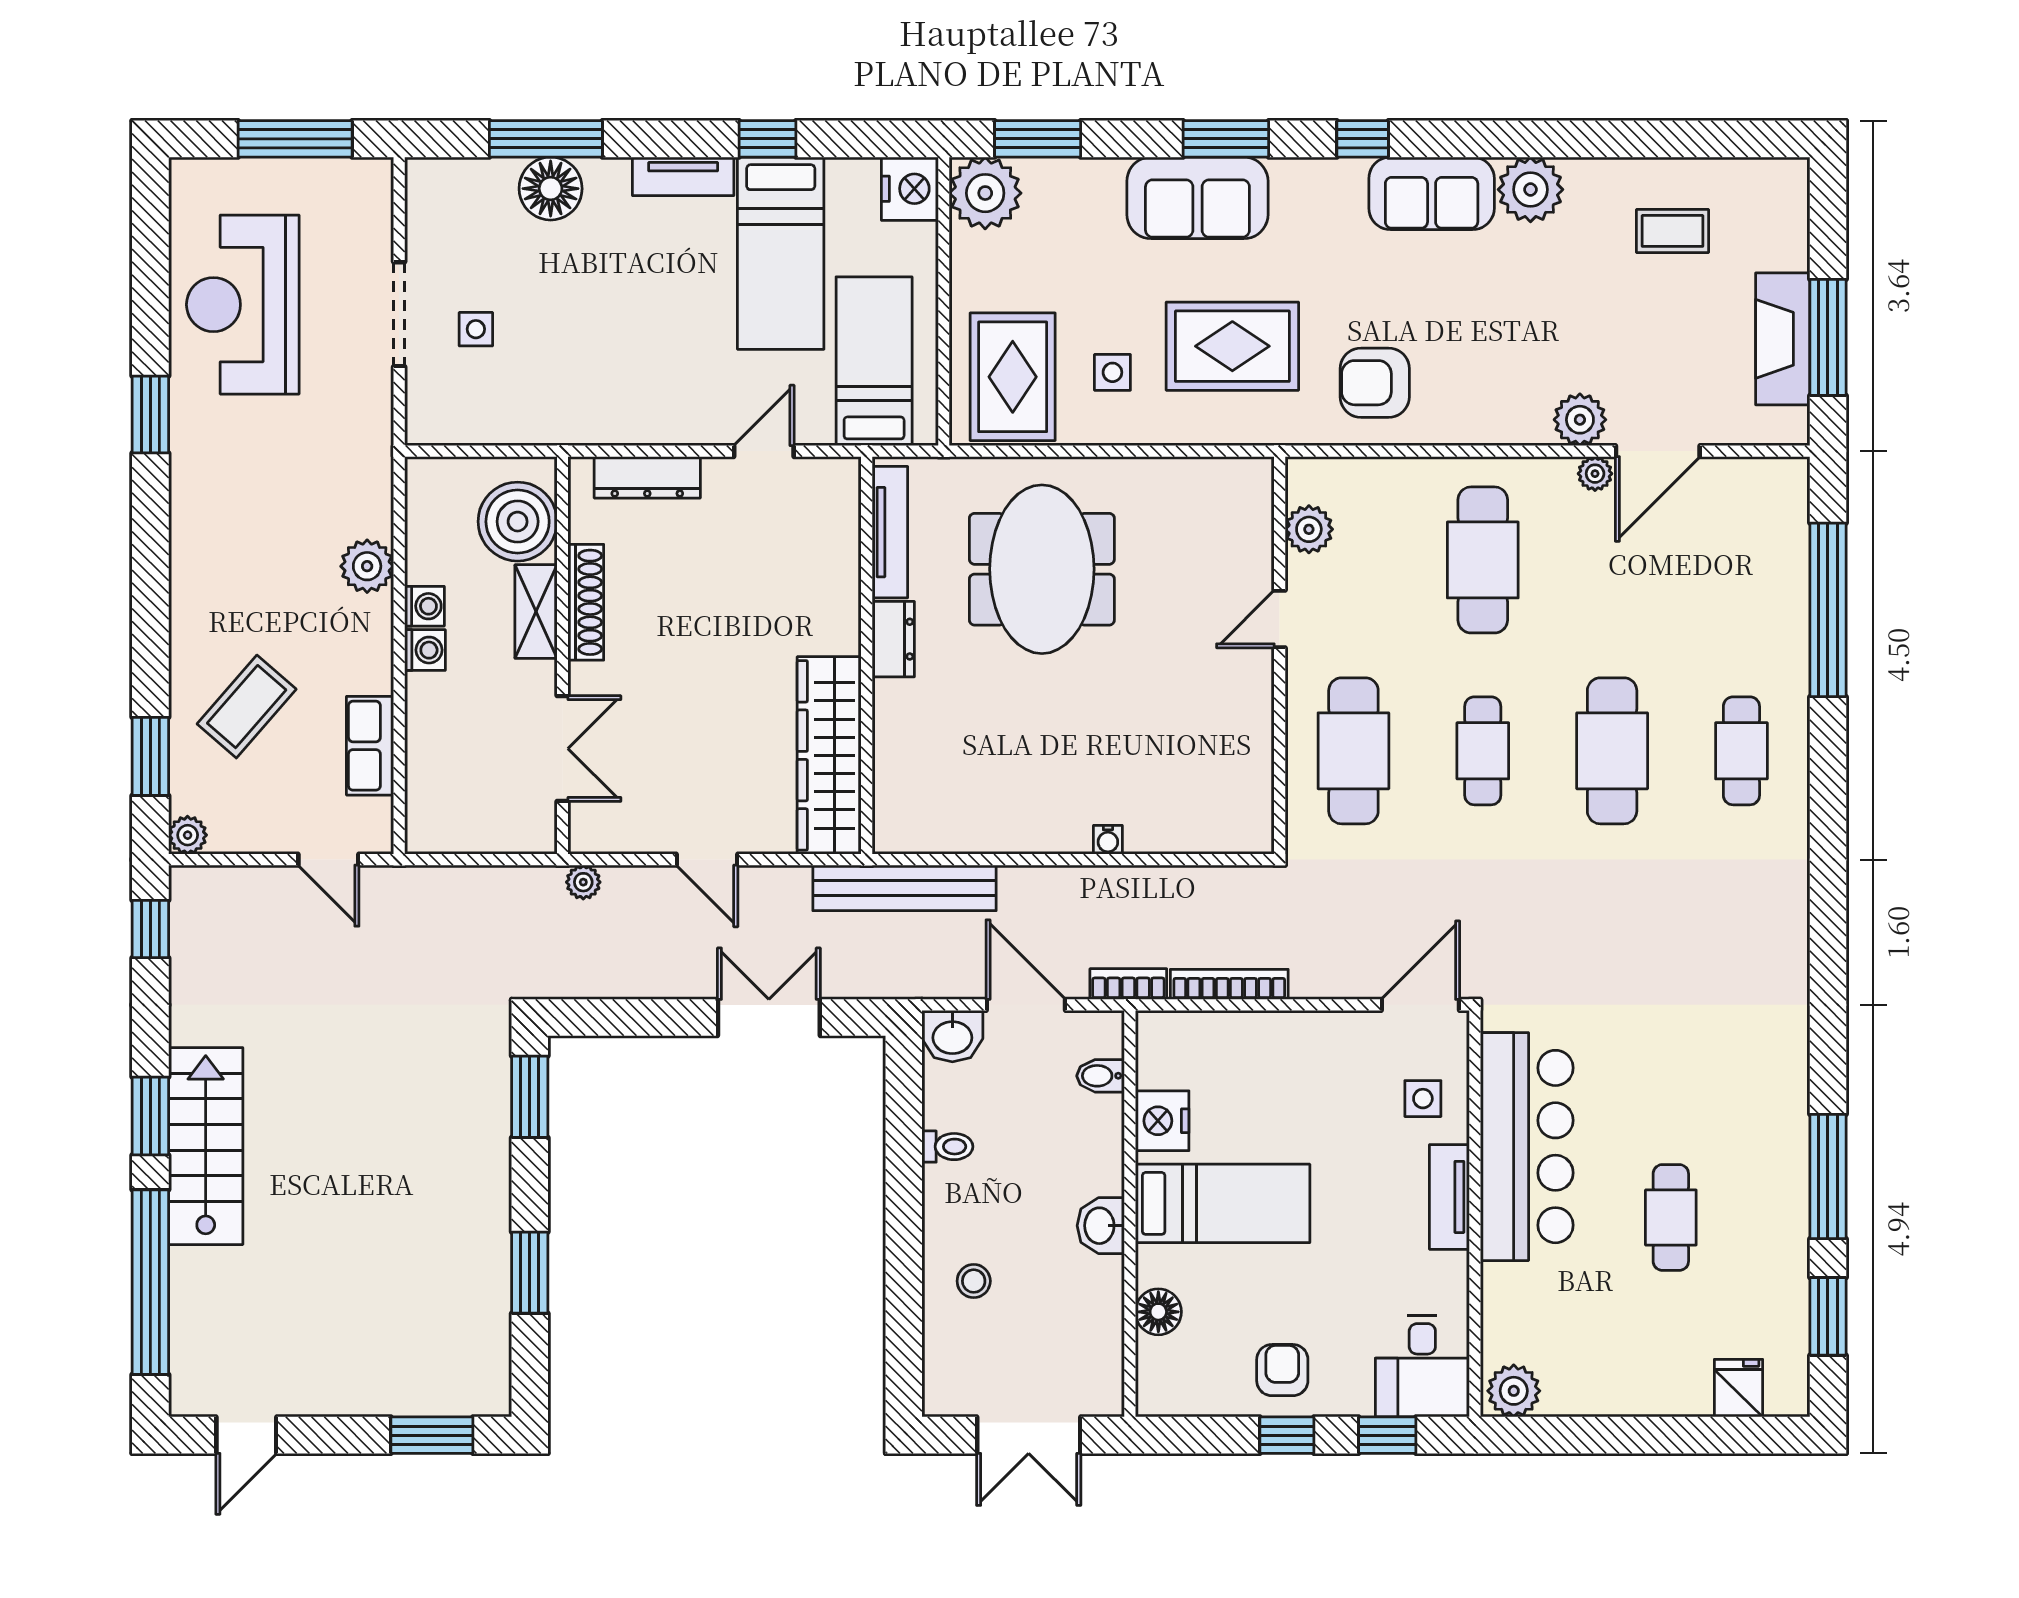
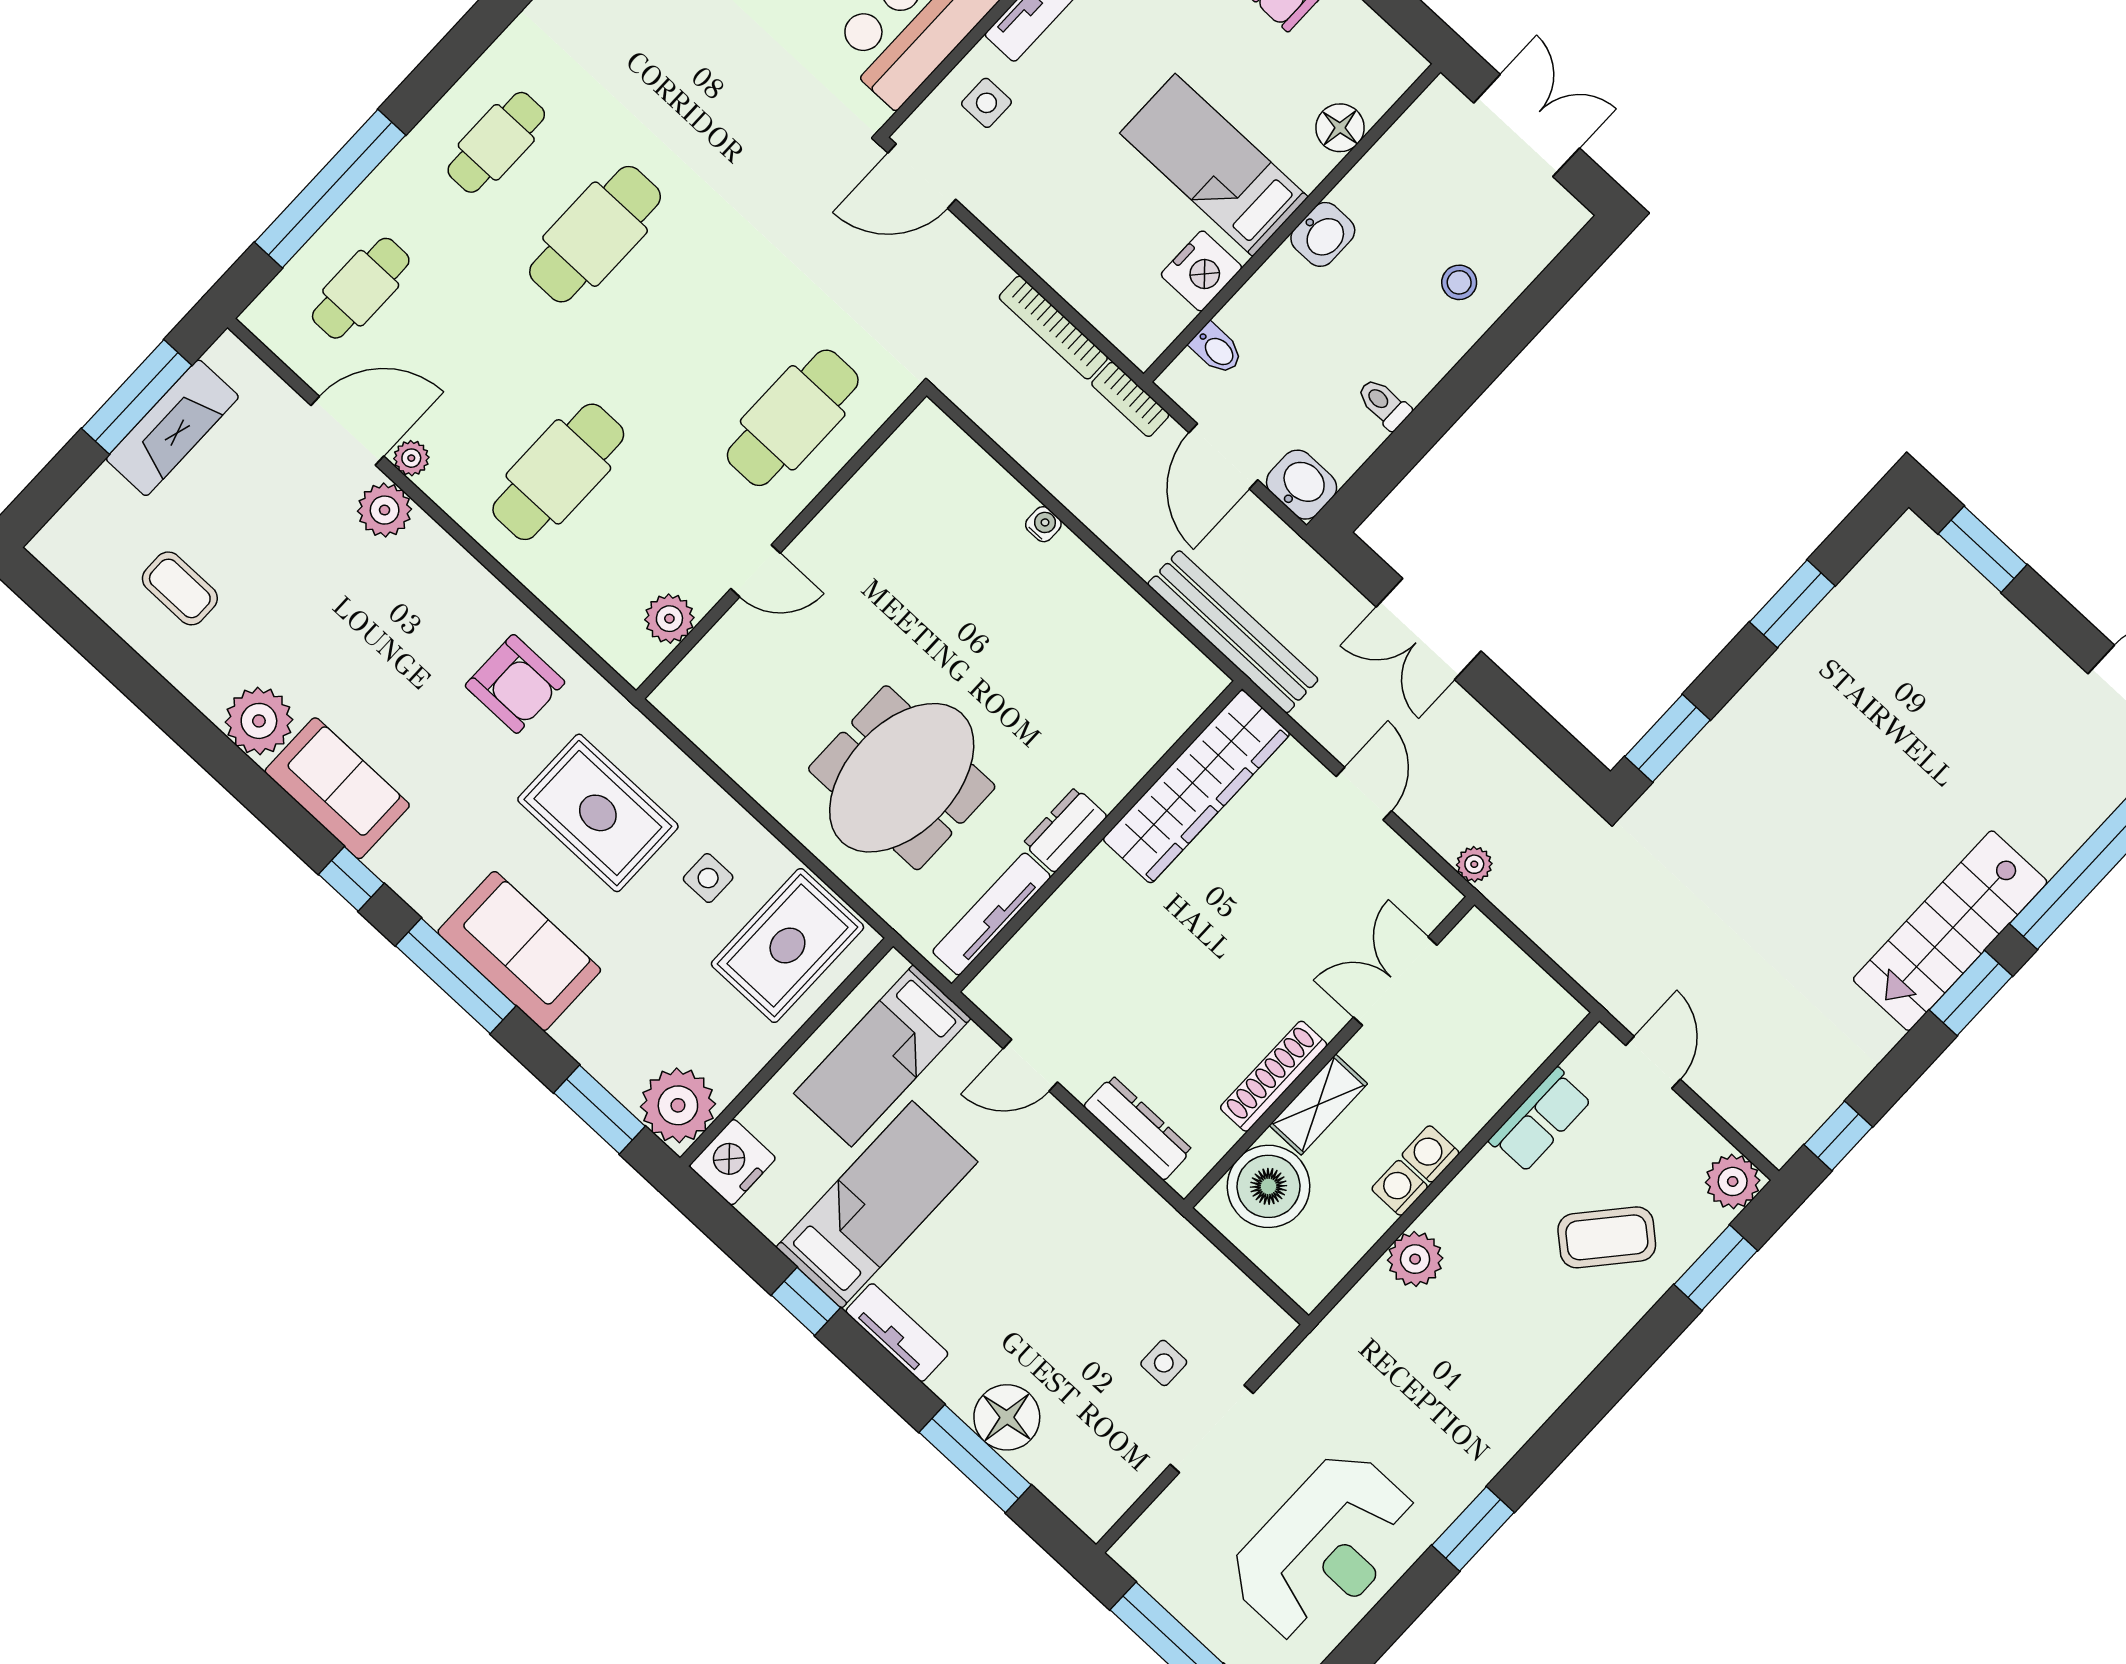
window: (1226, 139) -> (456, 976), width x1.44
cafe table: (1483, 751) -> (361, 288), moved
plant: (188, 835) -> (1733, 1181), width x1.38, depth x1.38

